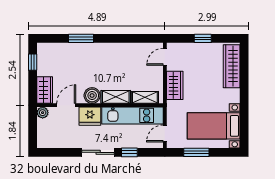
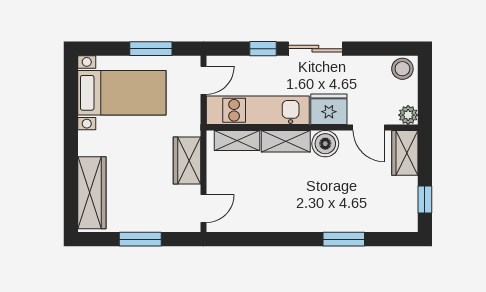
window: (203, 38) -> (140, 239), width x1.50
door: (66, 105) -> (369, 128), hinge flipped
stool: (46, 140) -> (402, 69), added

